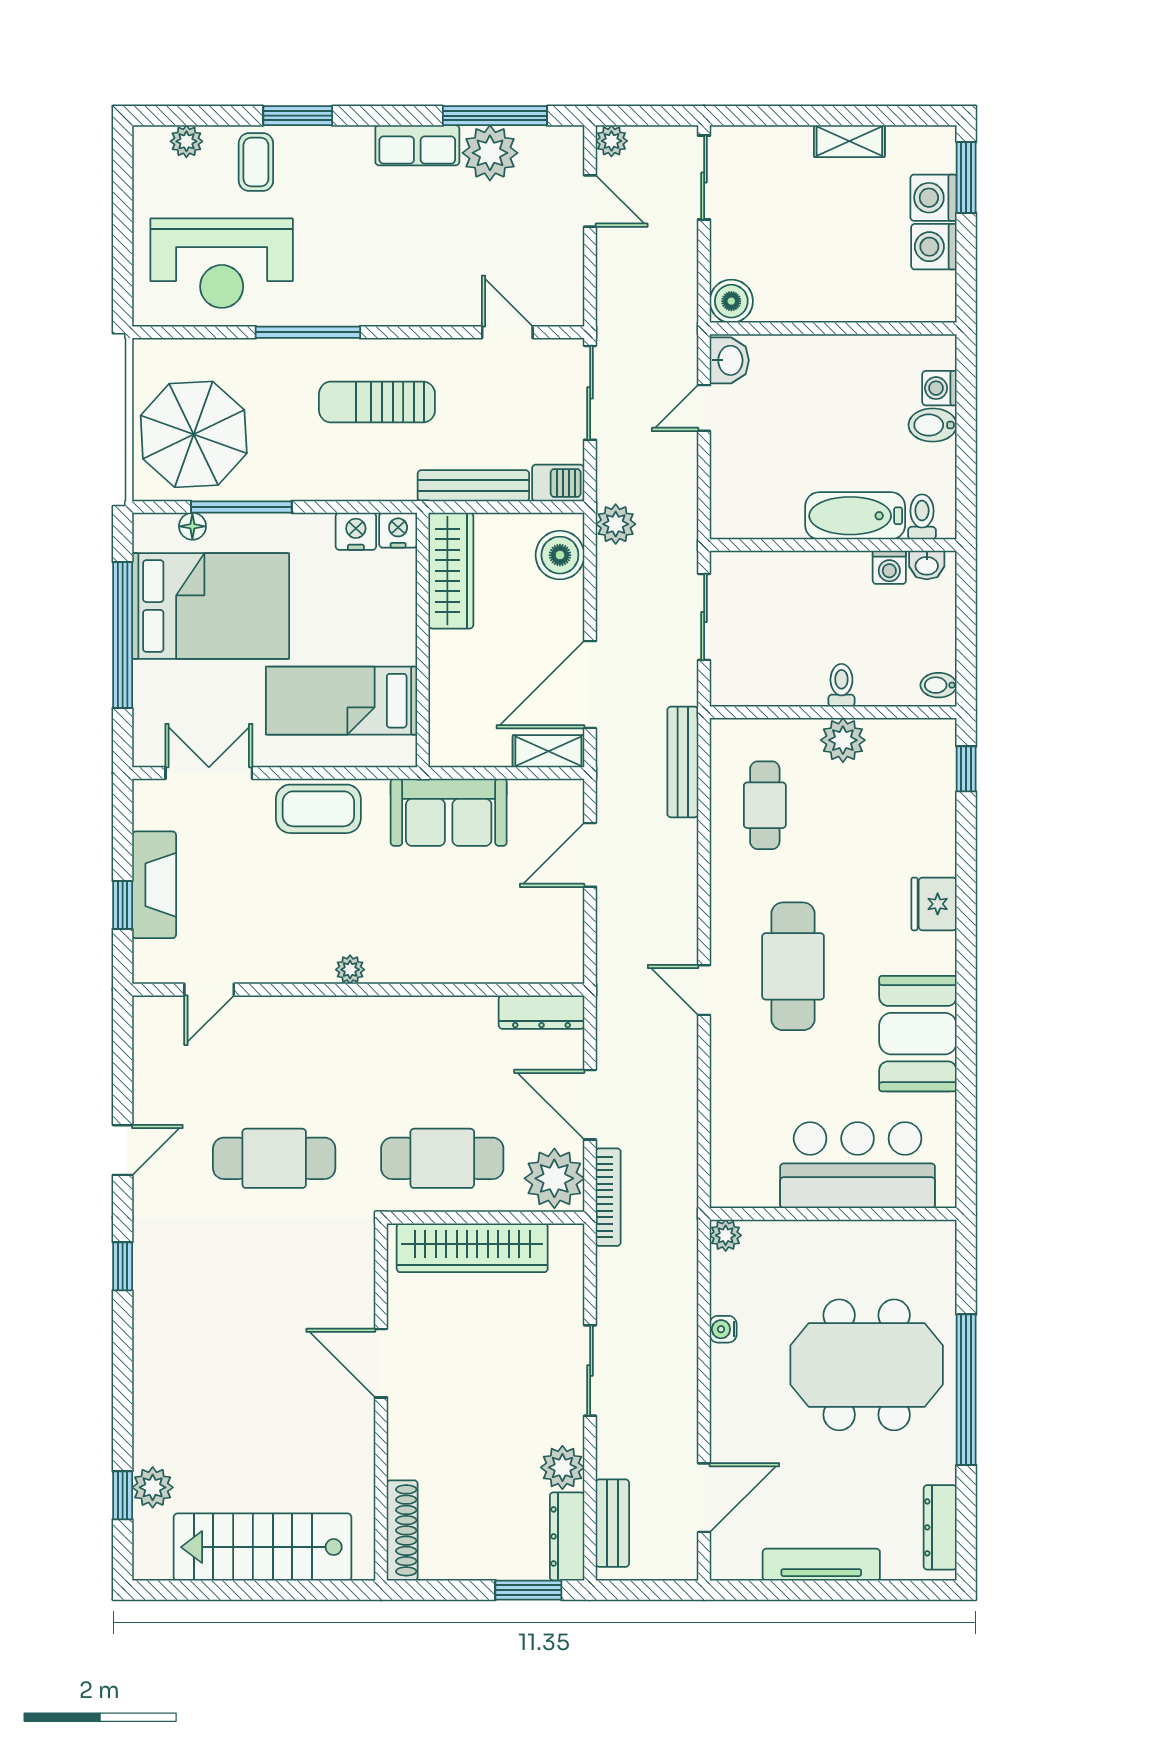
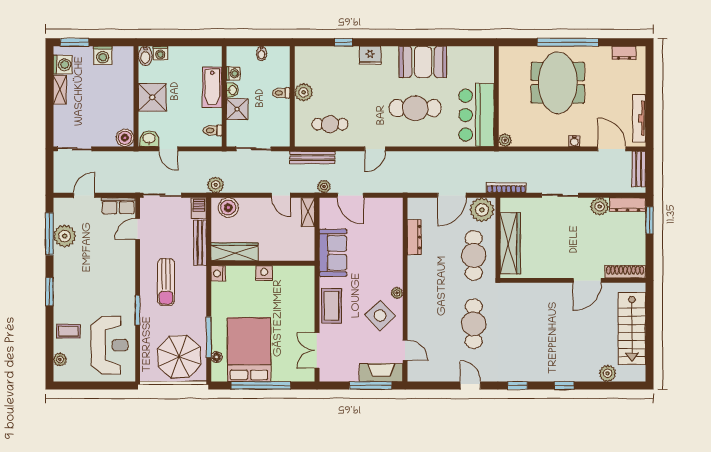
window: (298, 116) -> (49, 292), moved
plant: (611, 141) -> (324, 187), moved
row of seats: (417, 145) -> (118, 206), moved, turned 90
washing machine: (934, 198) -> (63, 65), moved, turned -90
window: (308, 332) -> (138, 310), width x0.69
shower: (831, 368) -> (152, 97), added
bidet: (933, 425) -> (145, 56), moved
toilet: (922, 517) -> (213, 130), moved
nightstand: (356, 531) -> (264, 273), moved, turned 90
washbasin: (927, 565) -> (232, 90), moved
shower: (802, 577) -> (237, 109), added
door: (590, 685) -> (281, 195), width x0.53
bidet: (939, 685) -> (262, 53), moved
bed: (341, 701) -> (288, 296), removed
window: (966, 769) -> (344, 42), moved
fireplace: (154, 885) -> (381, 373), moved
window: (123, 905) -> (371, 385), width x2.17
side table: (294, 928) -> (380, 316), added
cafe table: (793, 966) -> (415, 108), moved
door: (704, 990) -> (375, 149), moved
dresser: (542, 1012) -> (414, 237), moved
bar counter: (858, 1165) -> (477, 115), moved
bookcase: (608, 1197) -> (506, 188), moved
water cooler: (723, 1329) -> (574, 141), moved
door: (381, 1363) -> (587, 280), moved
window: (123, 1495) -> (564, 385), moved
bench: (612, 1523) -> (639, 169), moved, turned 90
dresser: (940, 1527) -> (624, 53), width x0.70
tv unit: (821, 1565) -> (639, 118), moved

